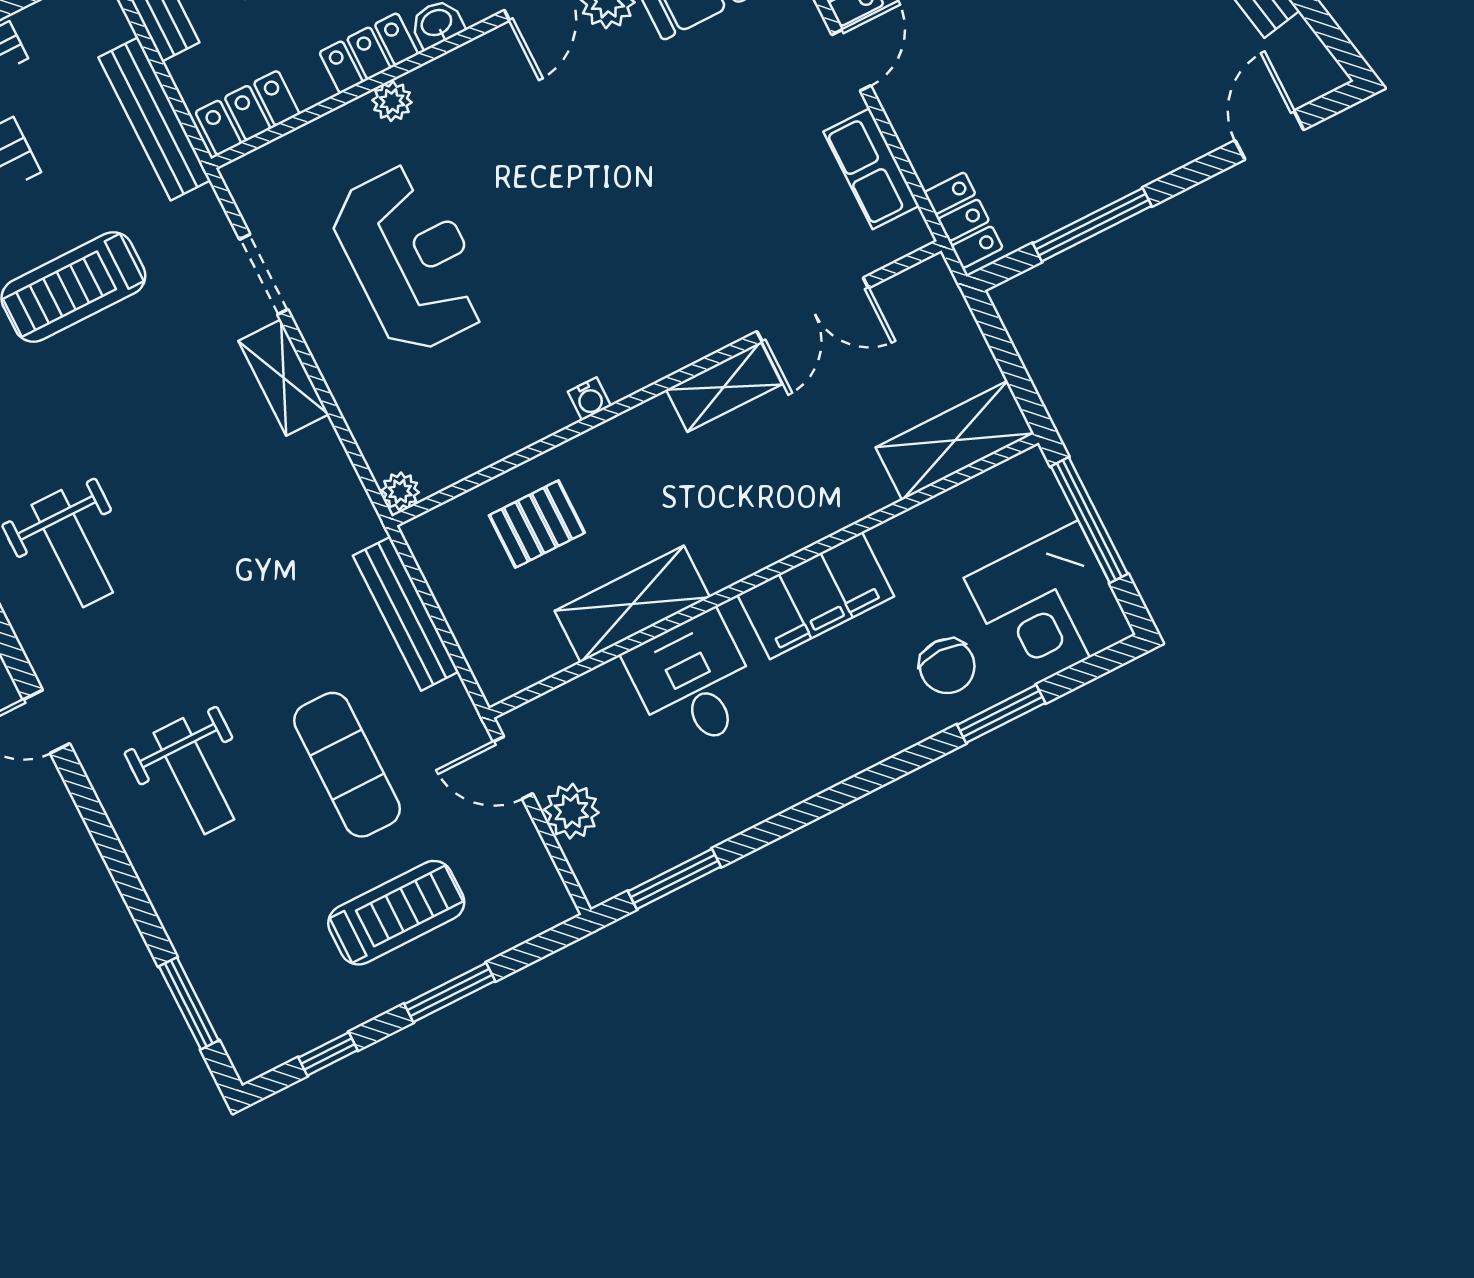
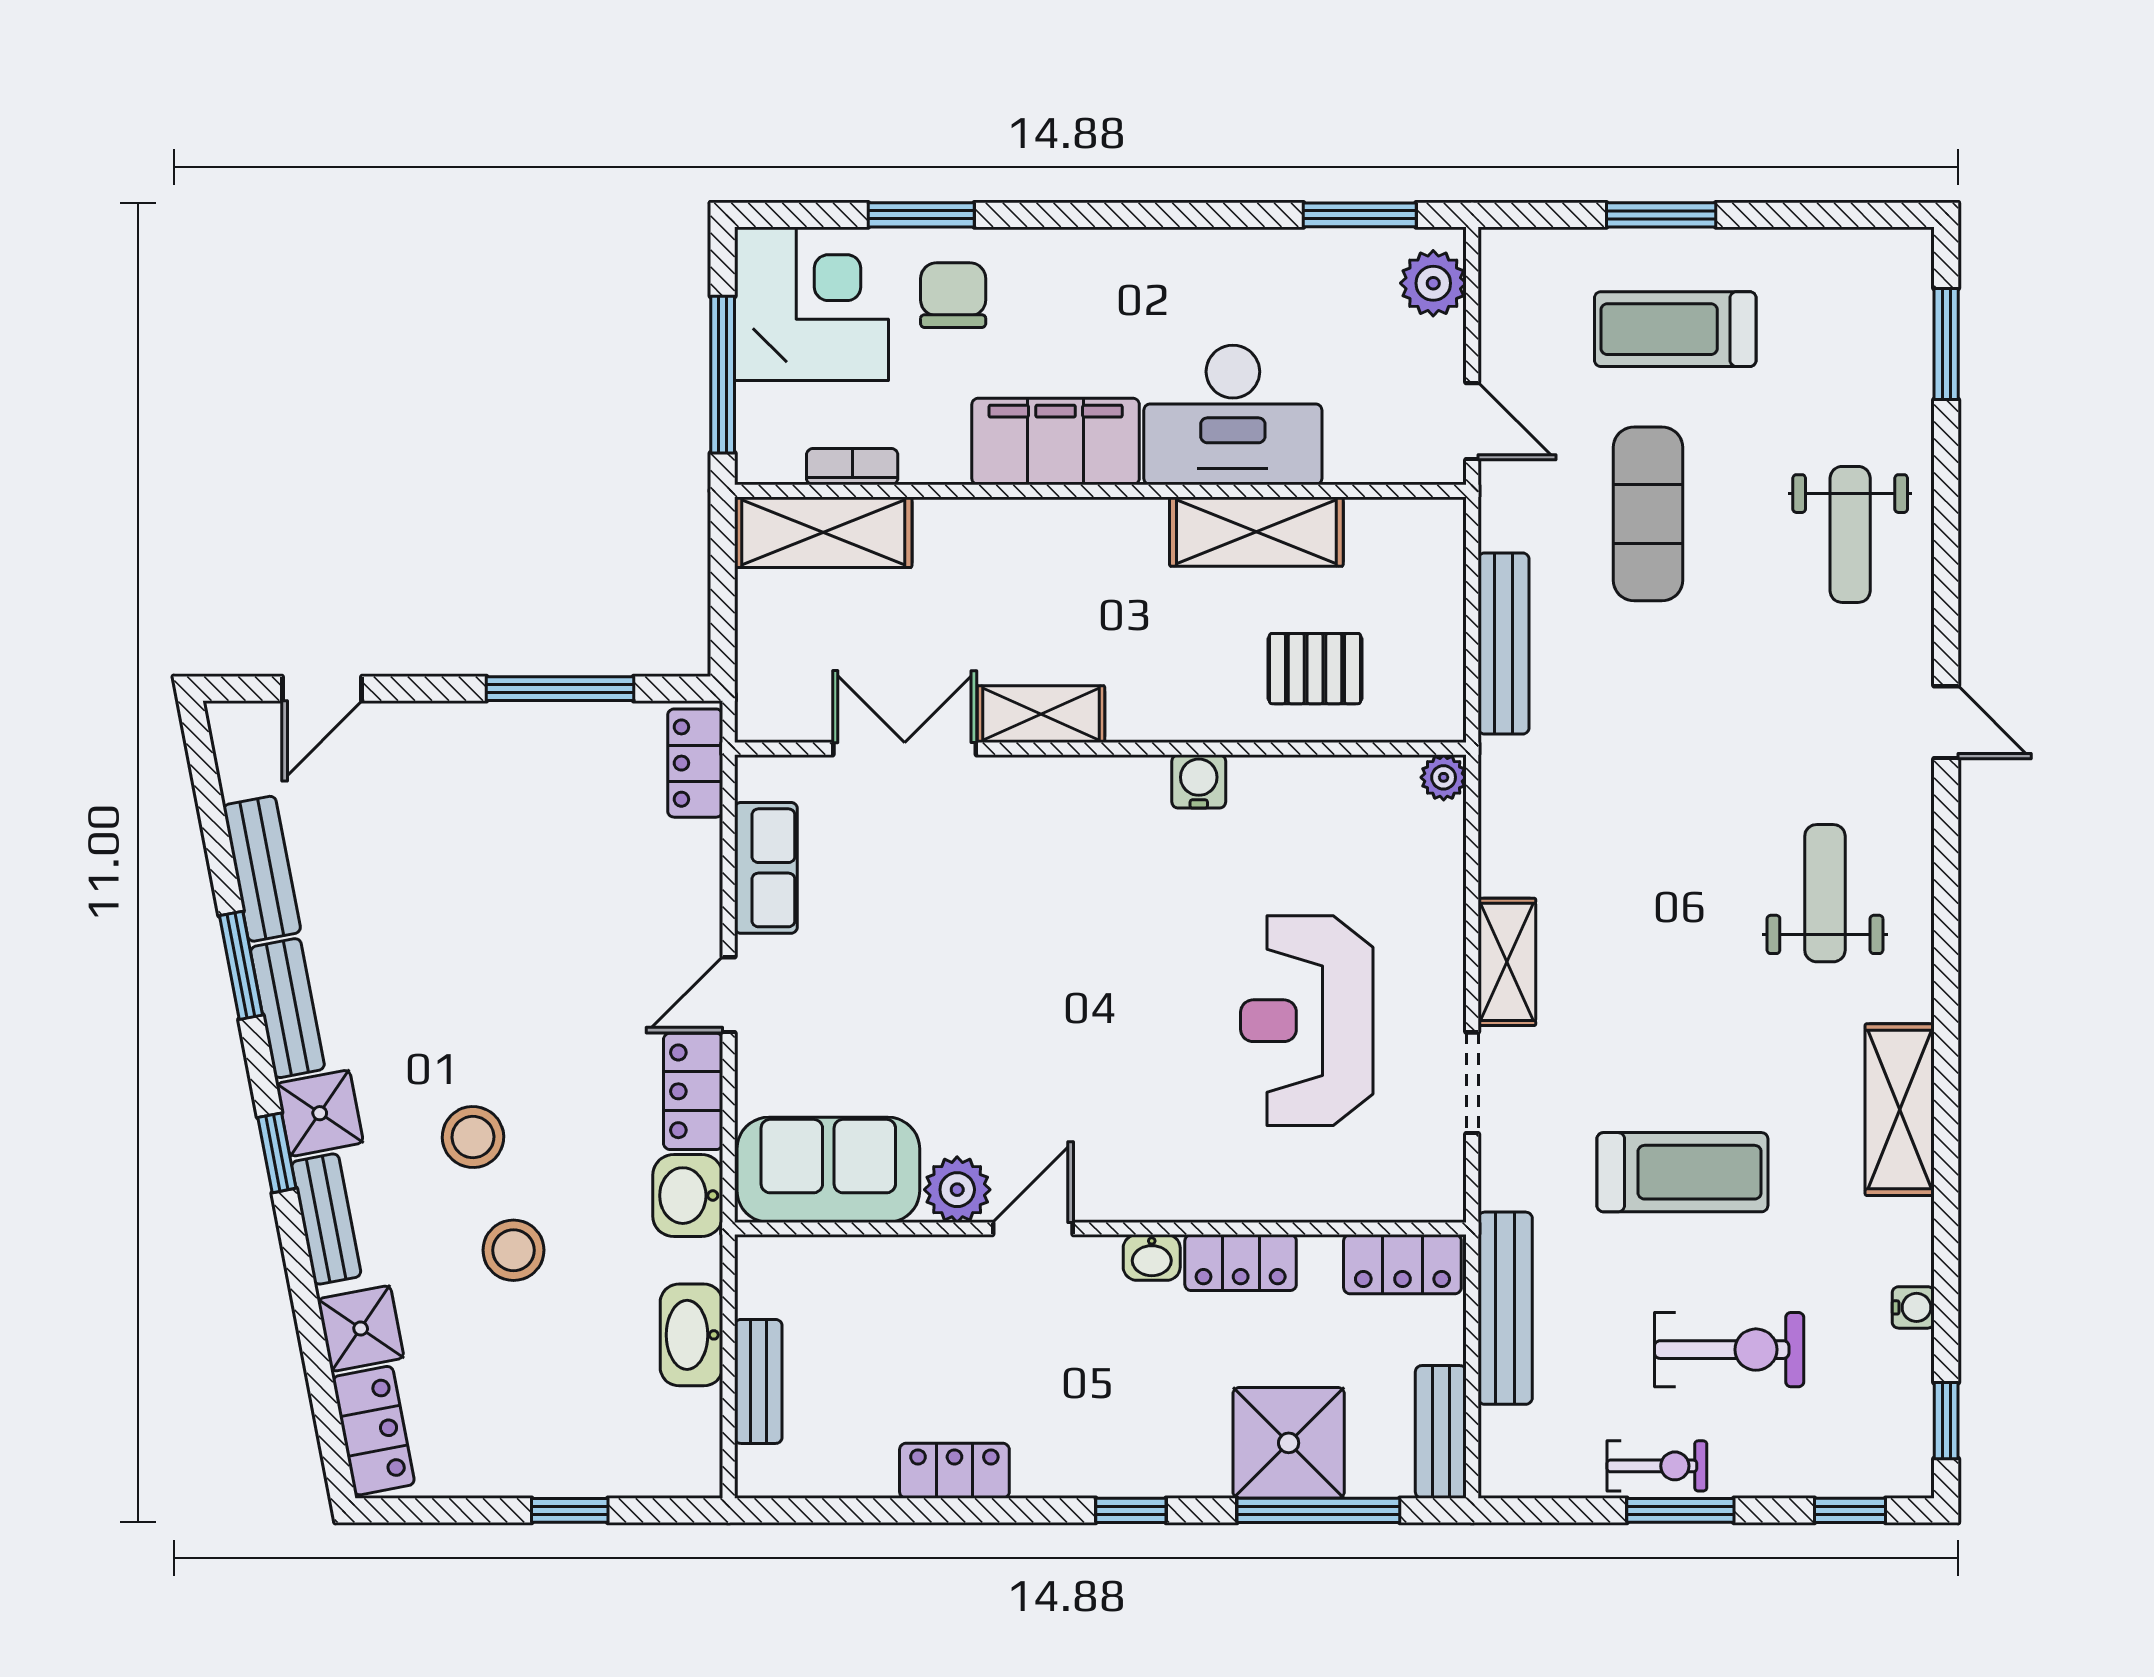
plant: (392, 101) -> (1242, 1199), removed
water cooler: (589, 399) -> (1199, 781), width x1.38, depth x1.38
bookcase: (958, 500) -> (852, 467), added
desk: (694, 682) -> (1233, 415), width x1.37
weight bench: (194, 776) -> (1850, 534), moved, turned 180
plant: (571, 811) -> (1433, 283), moved
window: (328, 1054) -> (1824, 215), removed

